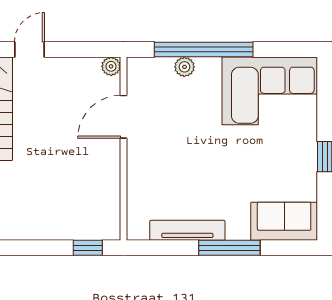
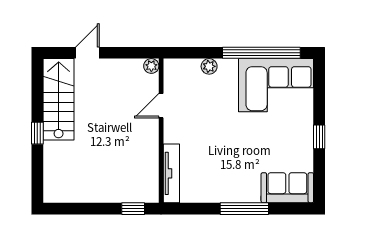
window: (204, 50) -> (261, 53), moved
door: (123, 117) -> (161, 106), width x0.73
tv unit: (187, 230) -> (171, 173), moved, turned 90

